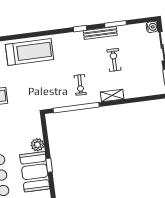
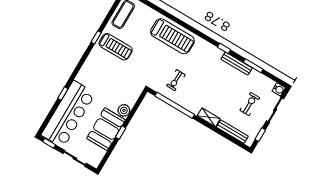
exercise bike: (114, 60) -> (250, 104), moved
exercise bike: (80, 85) -> (176, 80), moved
bench: (141, 92) -> (232, 132), added

